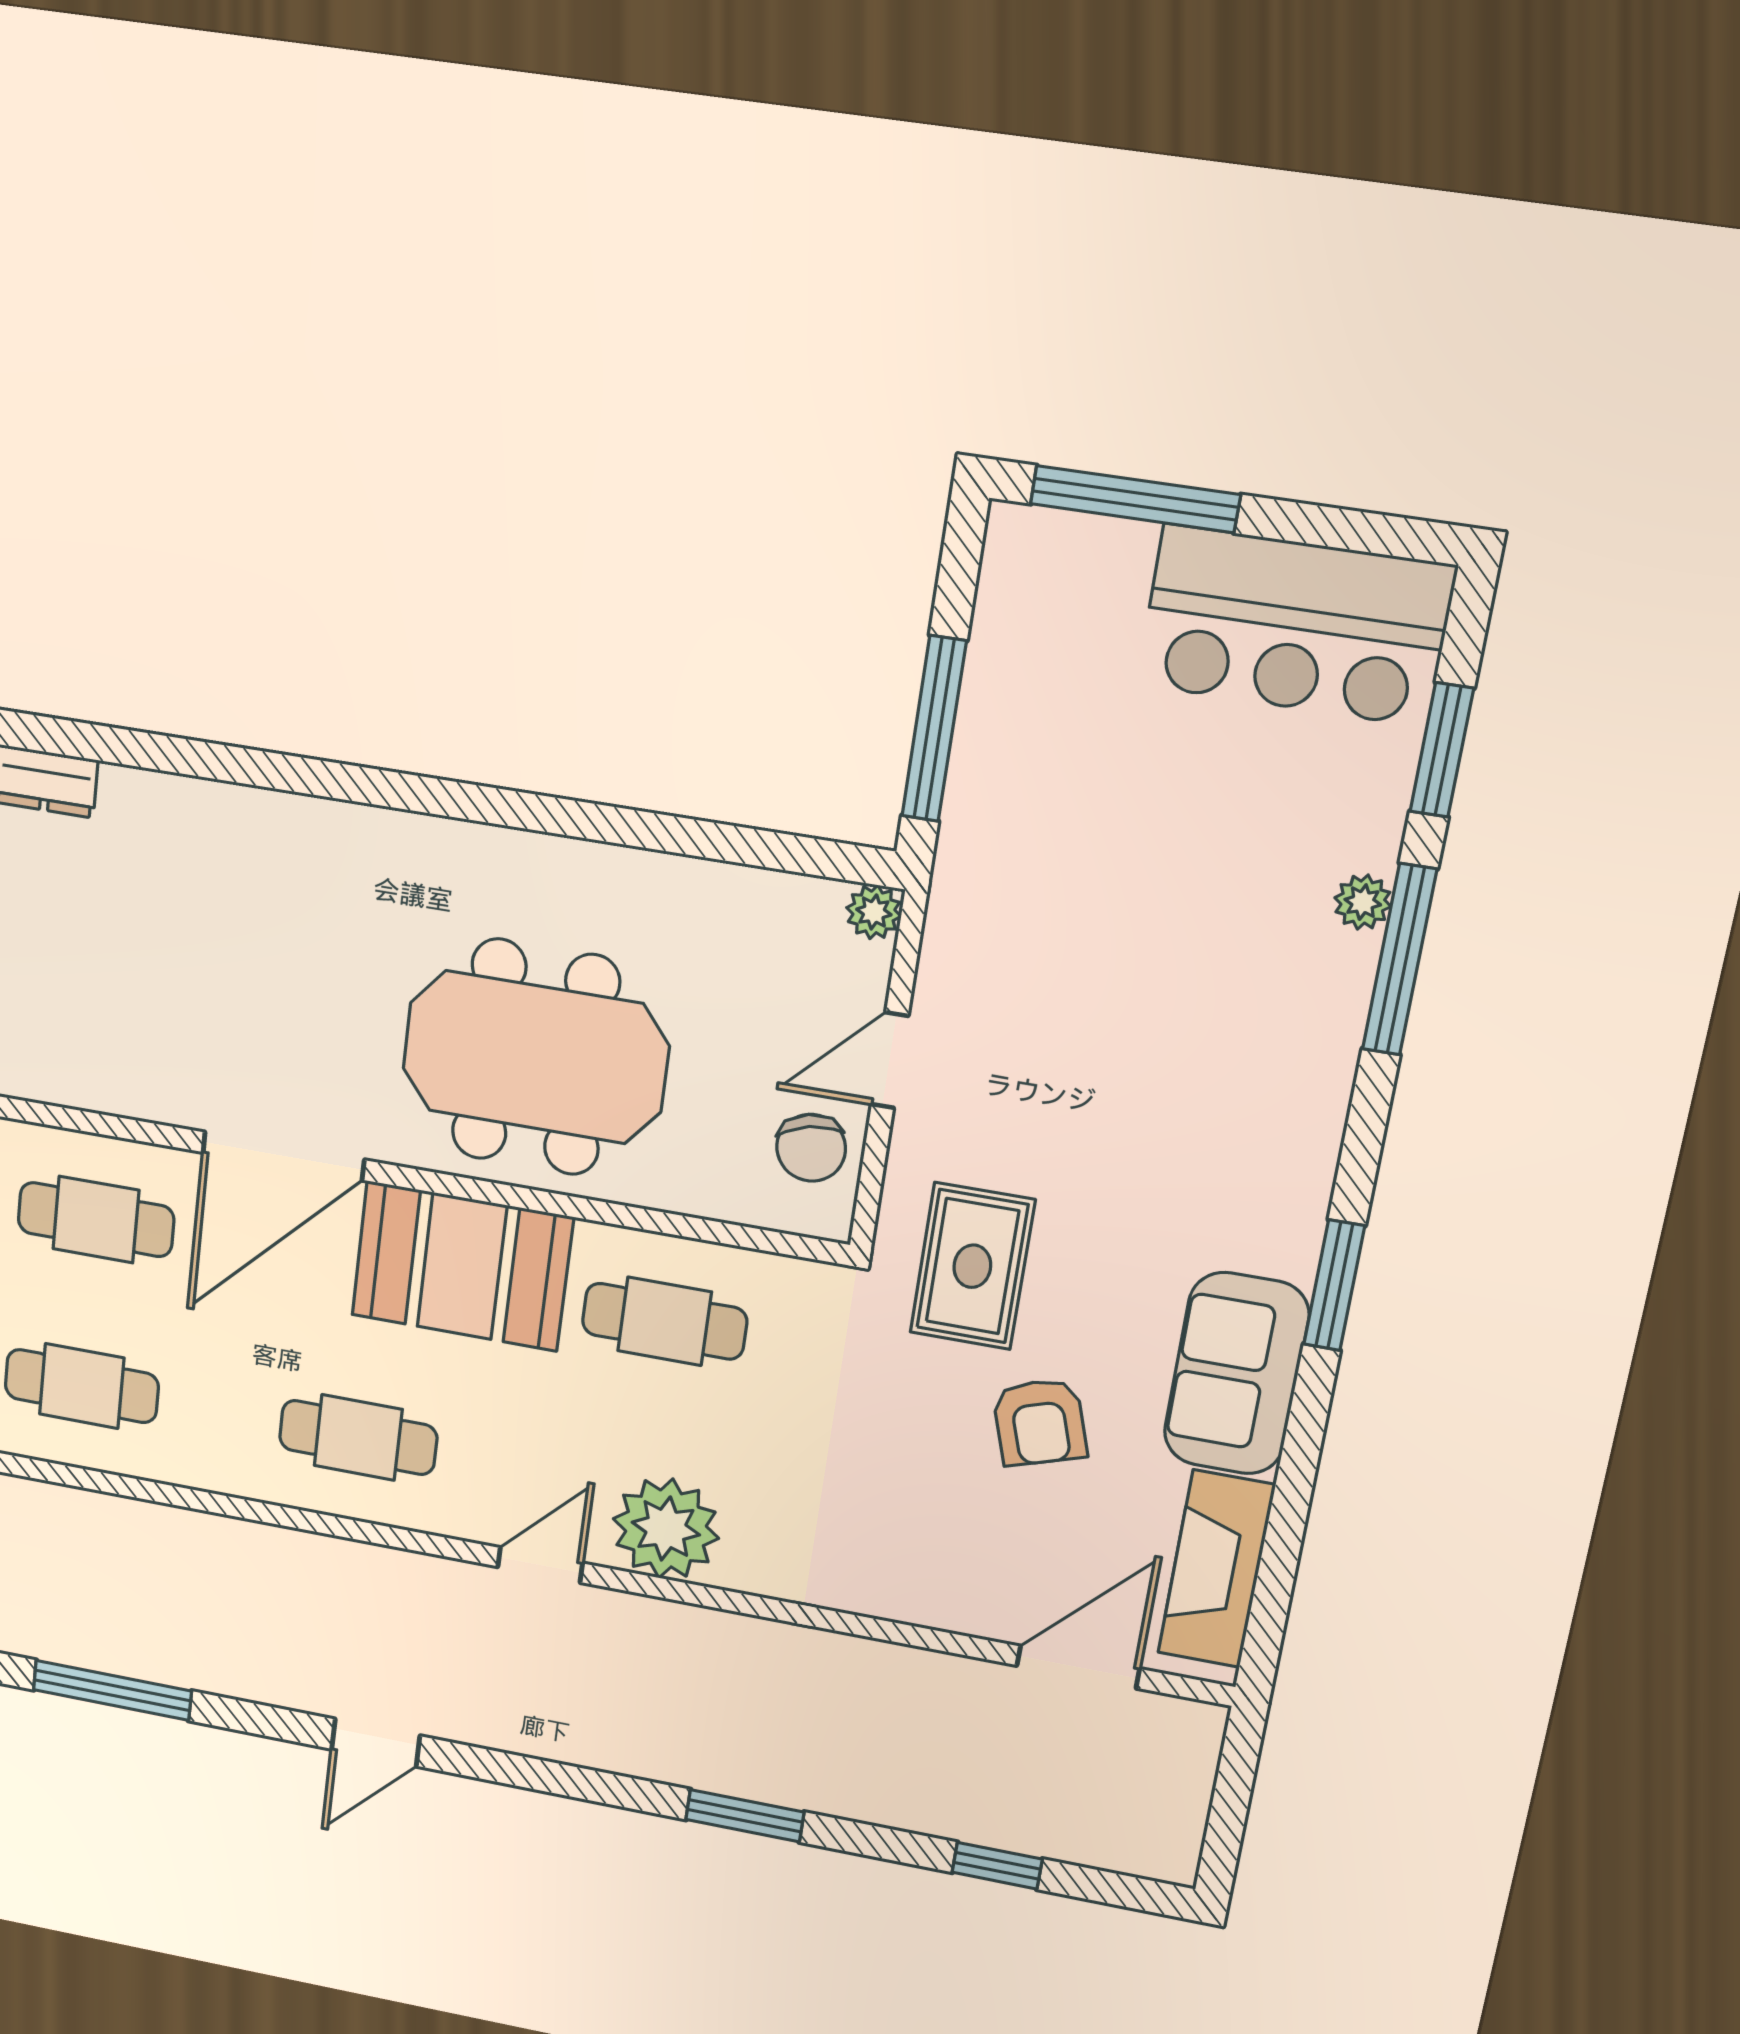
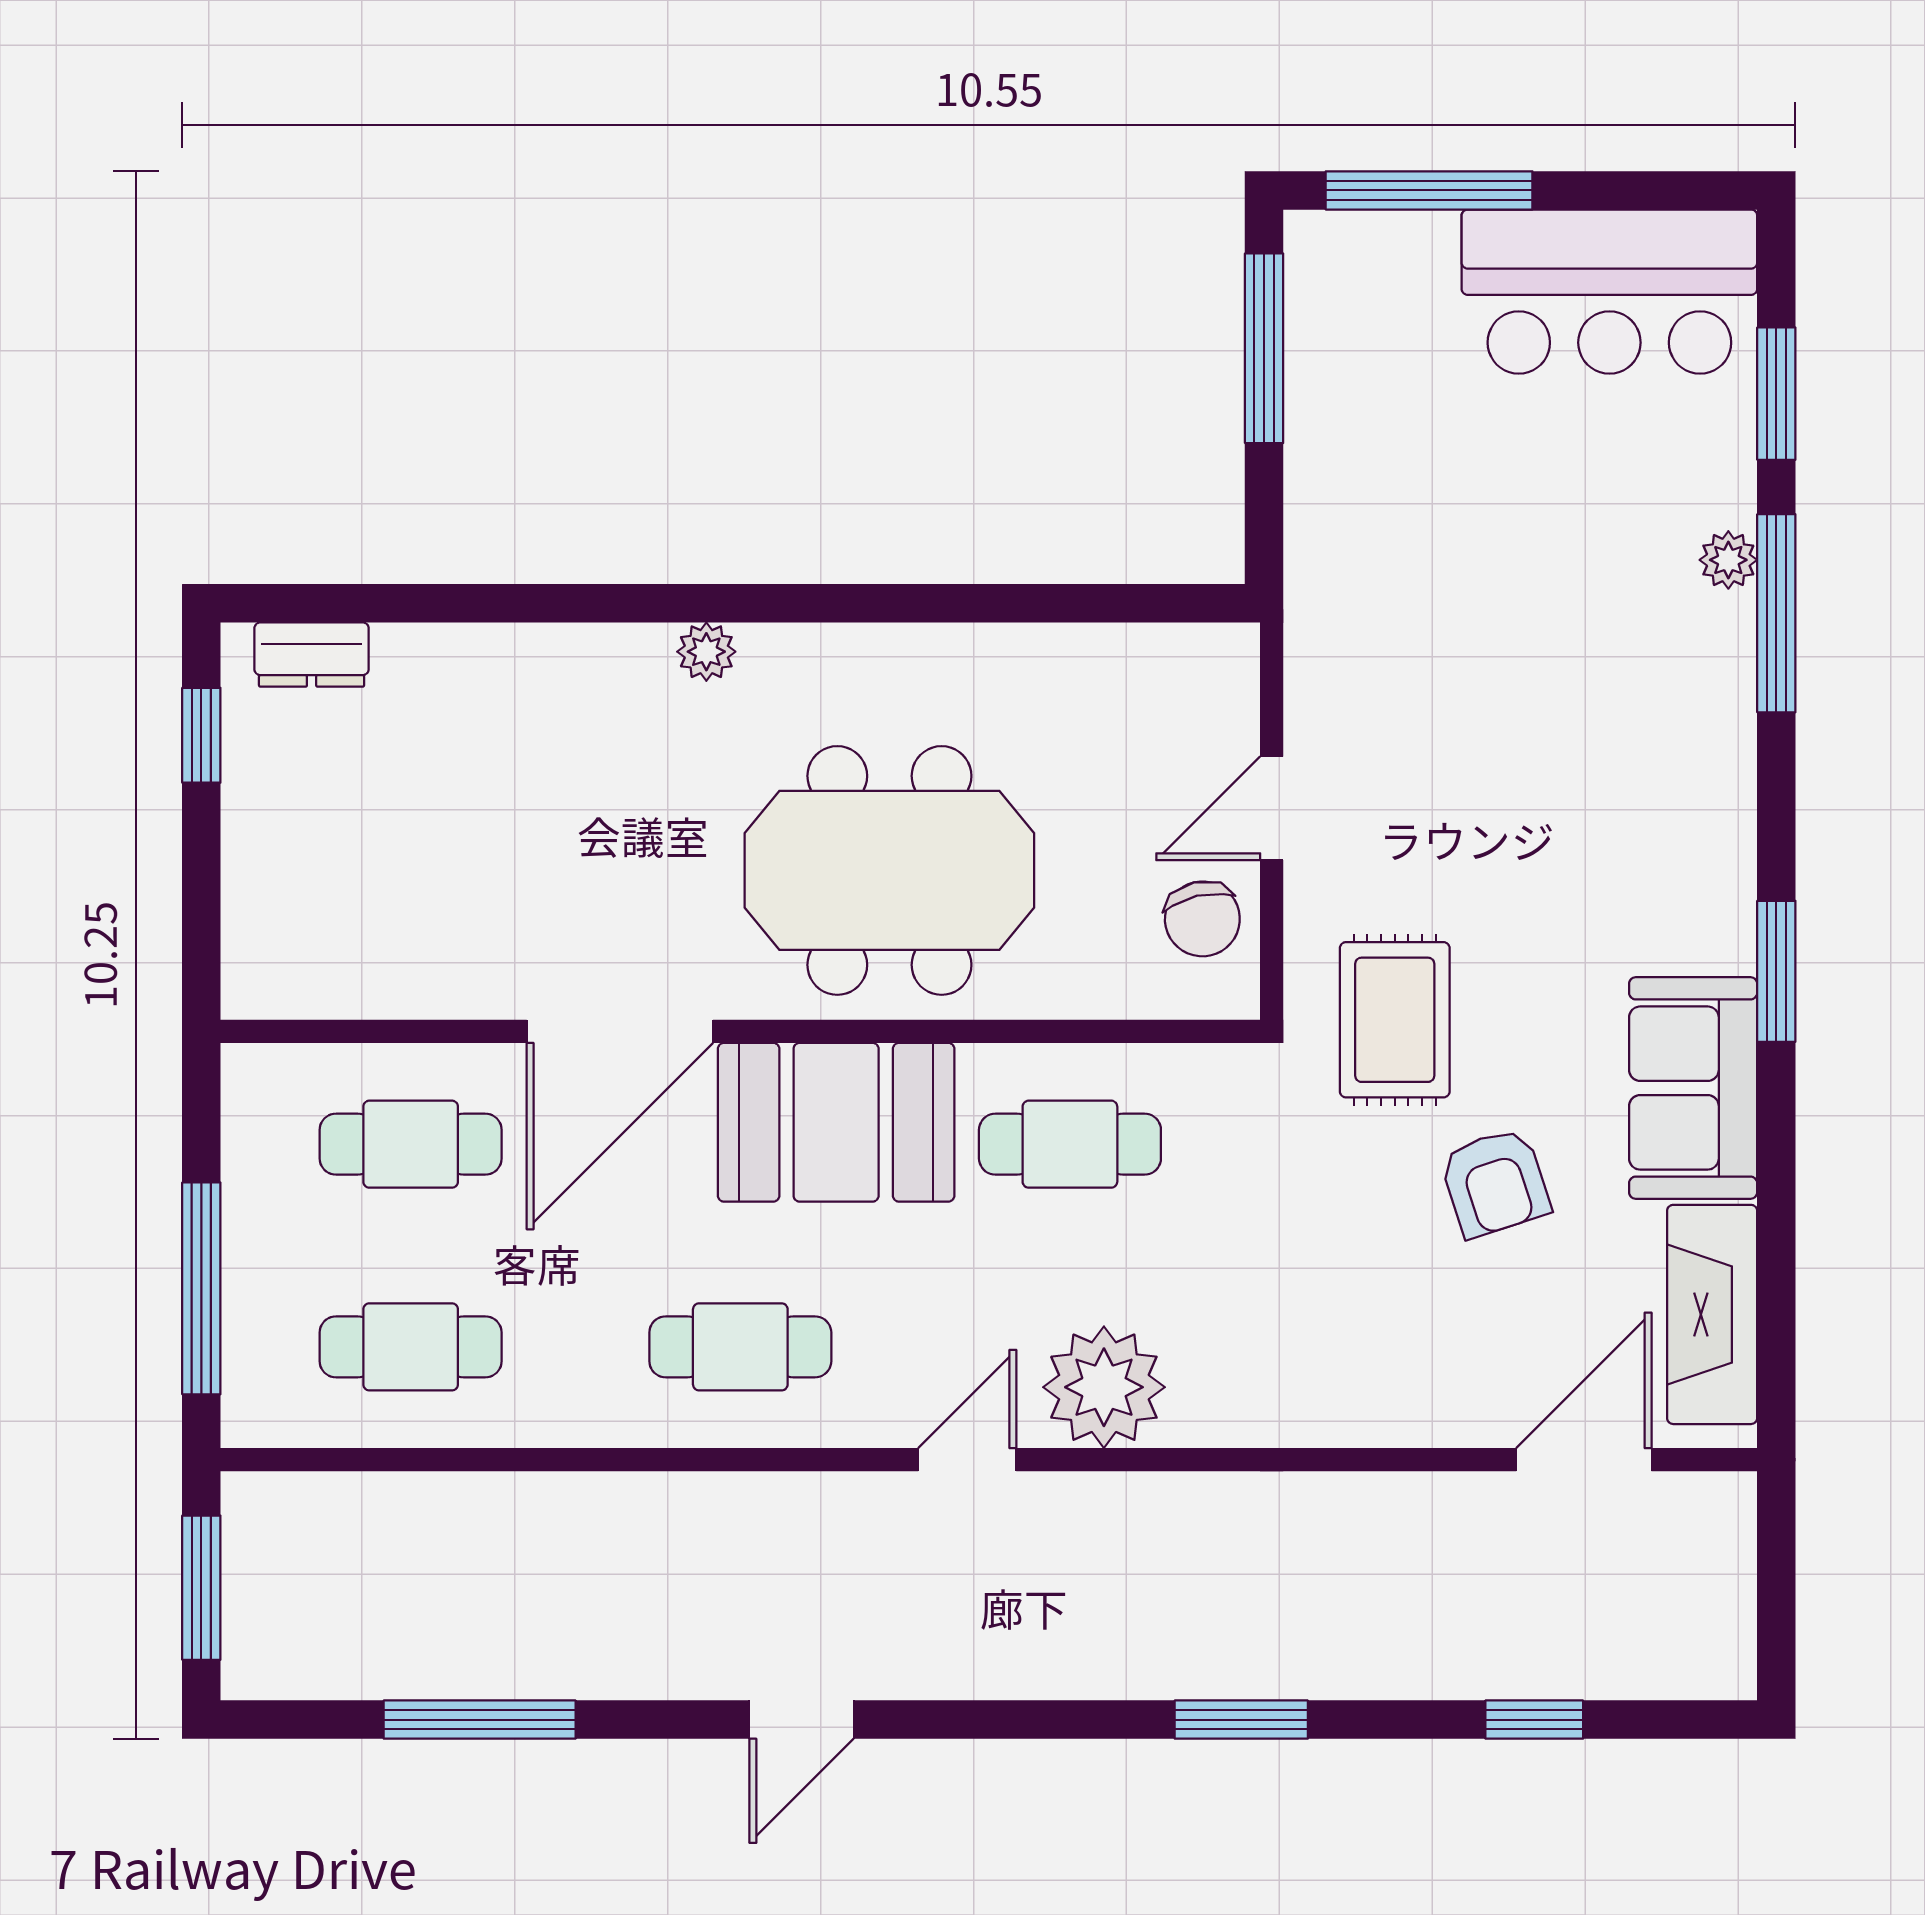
window: (934, 729) -> (1264, 348), moved
plant: (874, 912) -> (706, 652), moved

